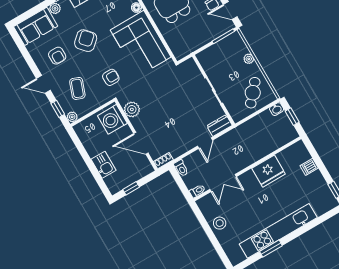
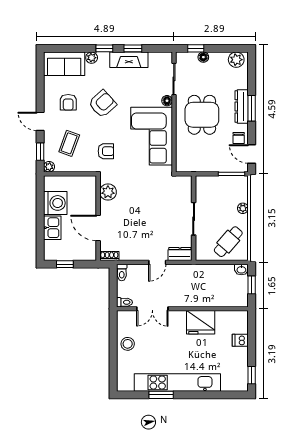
washing machine: (112, 119) -> (55, 203), moved, turned 180

